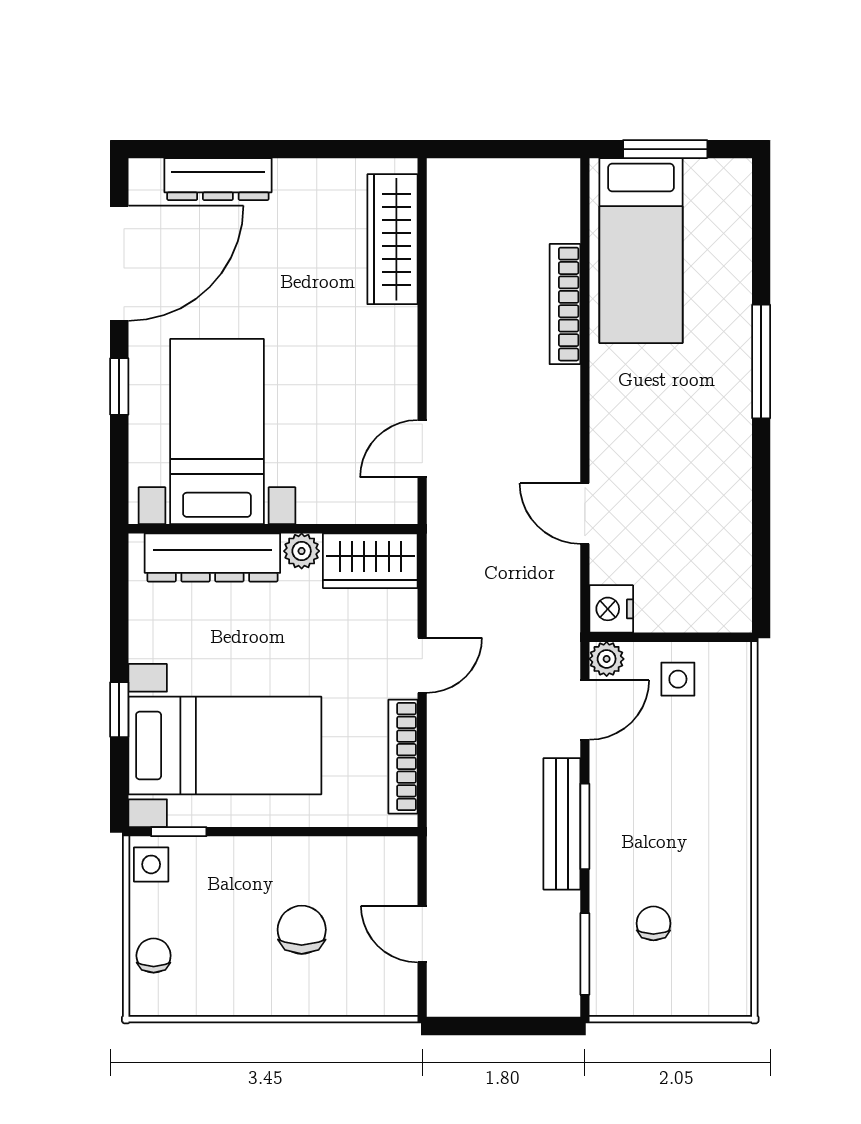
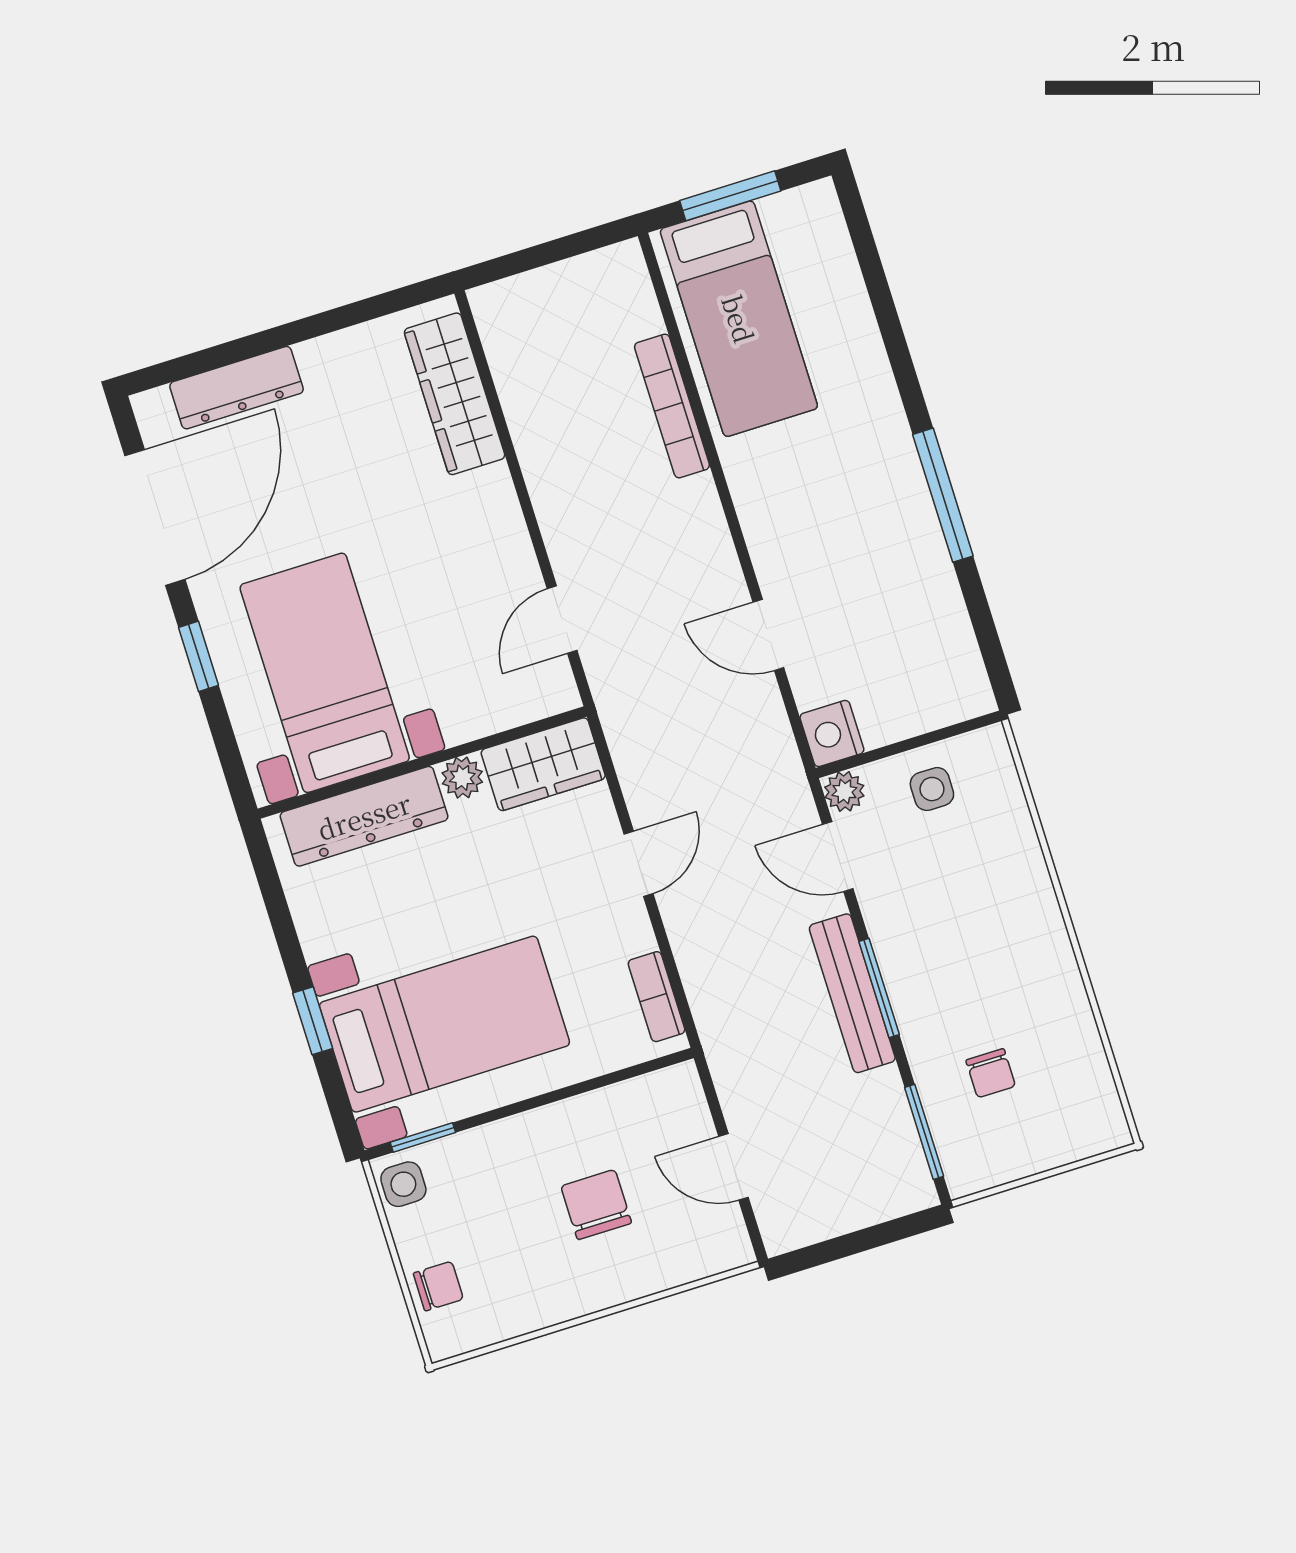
window: (761, 361) -> (943, 495), moved
door: (585, 710) -> (838, 857), swing flipped
bookcase: (403, 757) -> (657, 997), width x0.64
chair: (653, 923) -> (991, 1073), turned 180
chair: (154, 956) -> (438, 1286), turned 90

